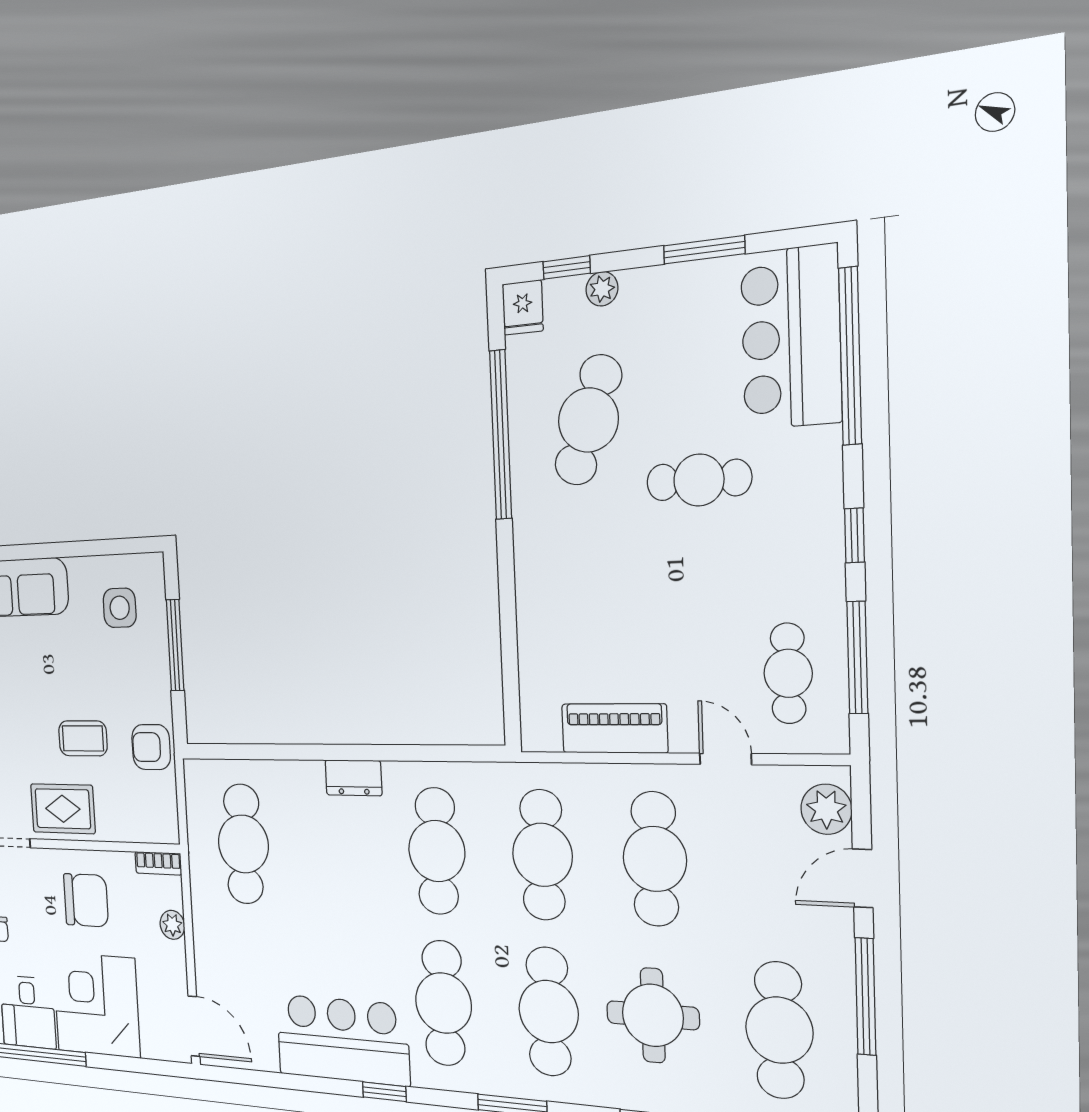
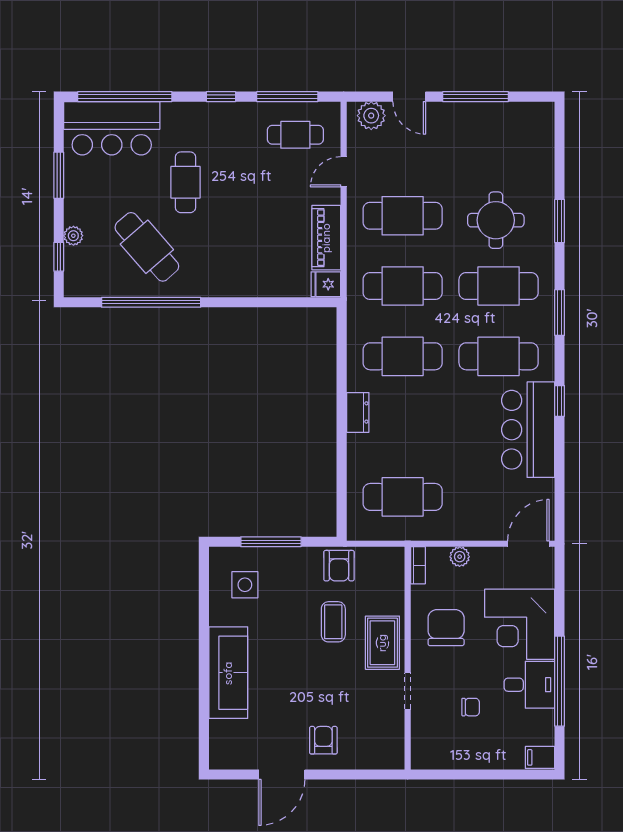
fridge: (523, 307) -> (326, 284), moved, turned 180
cafe table: (588, 420) -> (147, 247), turned 30
cafe table: (779, 1030) -> (499, 145), removed

